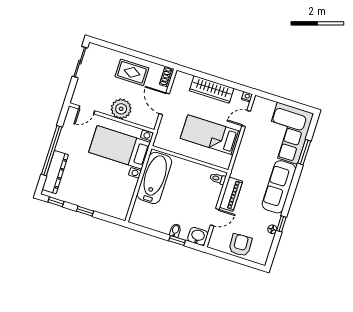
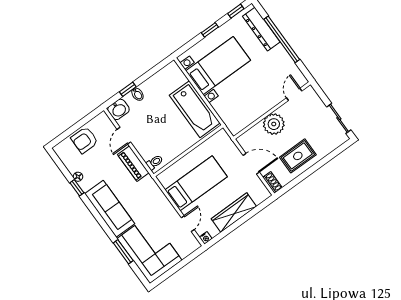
bed with nightstands: (120, 147) -> (218, 66), moved
armchair: (240, 245) -> (85, 140), turned 93

